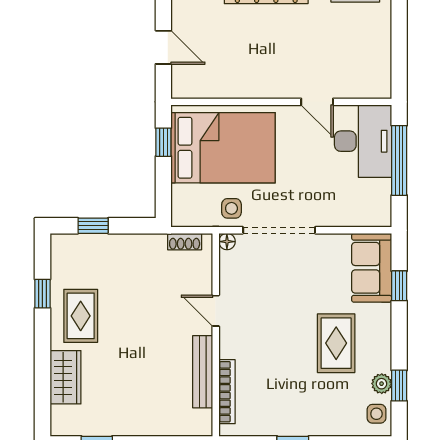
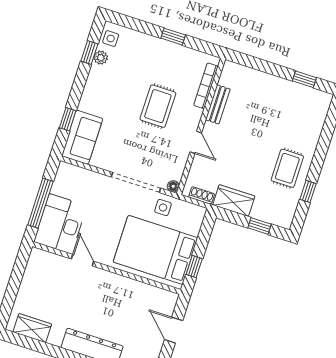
rug: (336, 343) -> (158, 106), moved
bench: (203, 372) -> (218, 104), width x0.73
wardrobe: (66, 377) -> (234, 201), moved, turned 90

